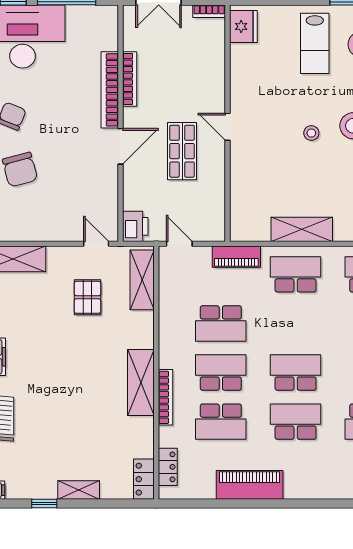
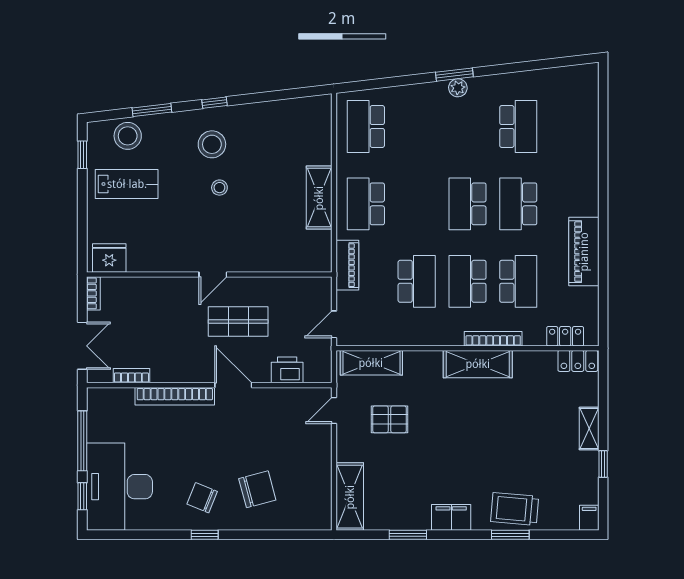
bookcase: (130, 79) -> (131, 376), moved, width x0.64
printer: (135, 226) -> (287, 370), moved

